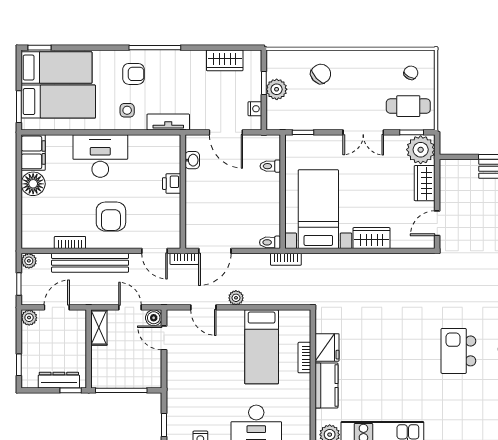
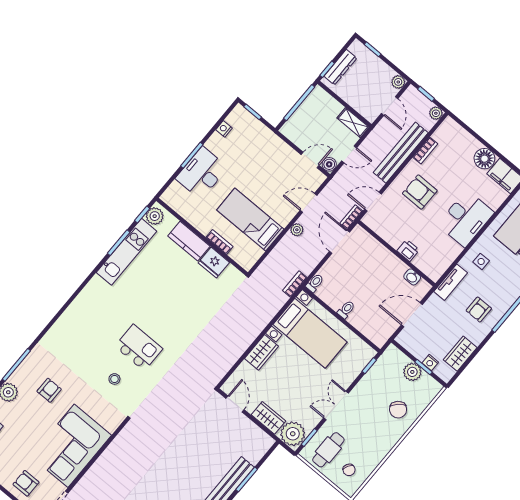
armchair: (133, 74) -> (479, 310), moved
nightstand: (255, 109) -> (430, 363), moved
toilet: (270, 166) -> (346, 310), moved

